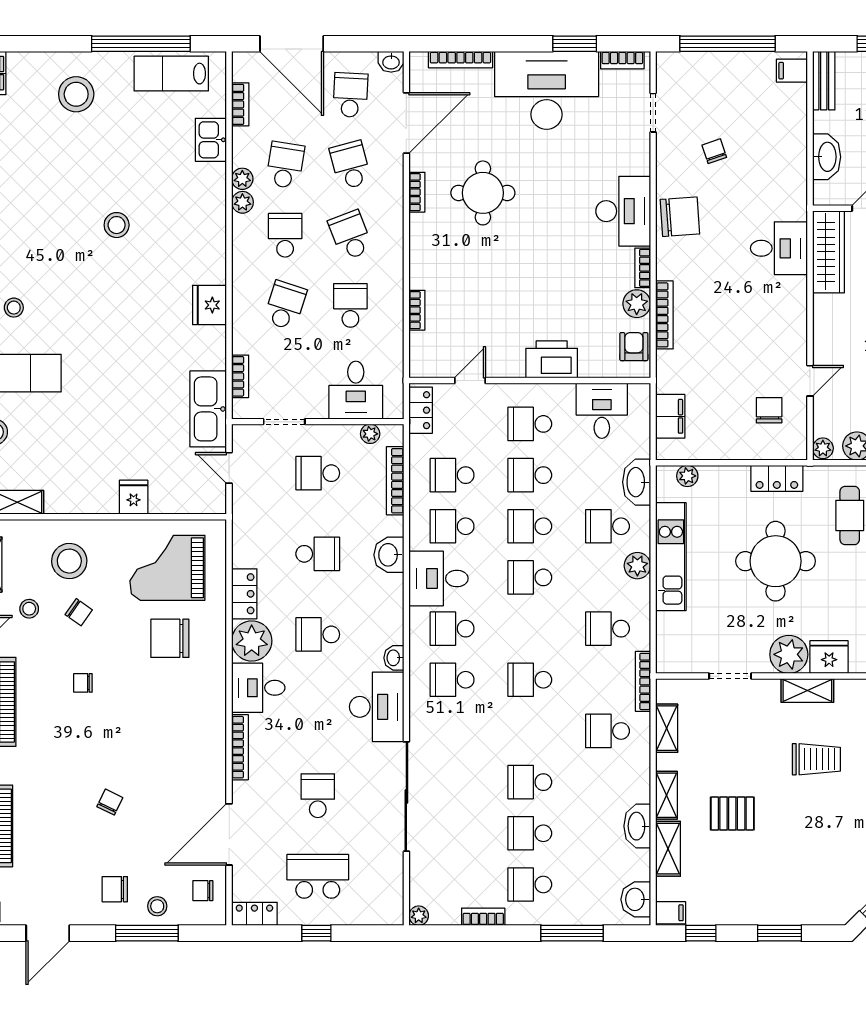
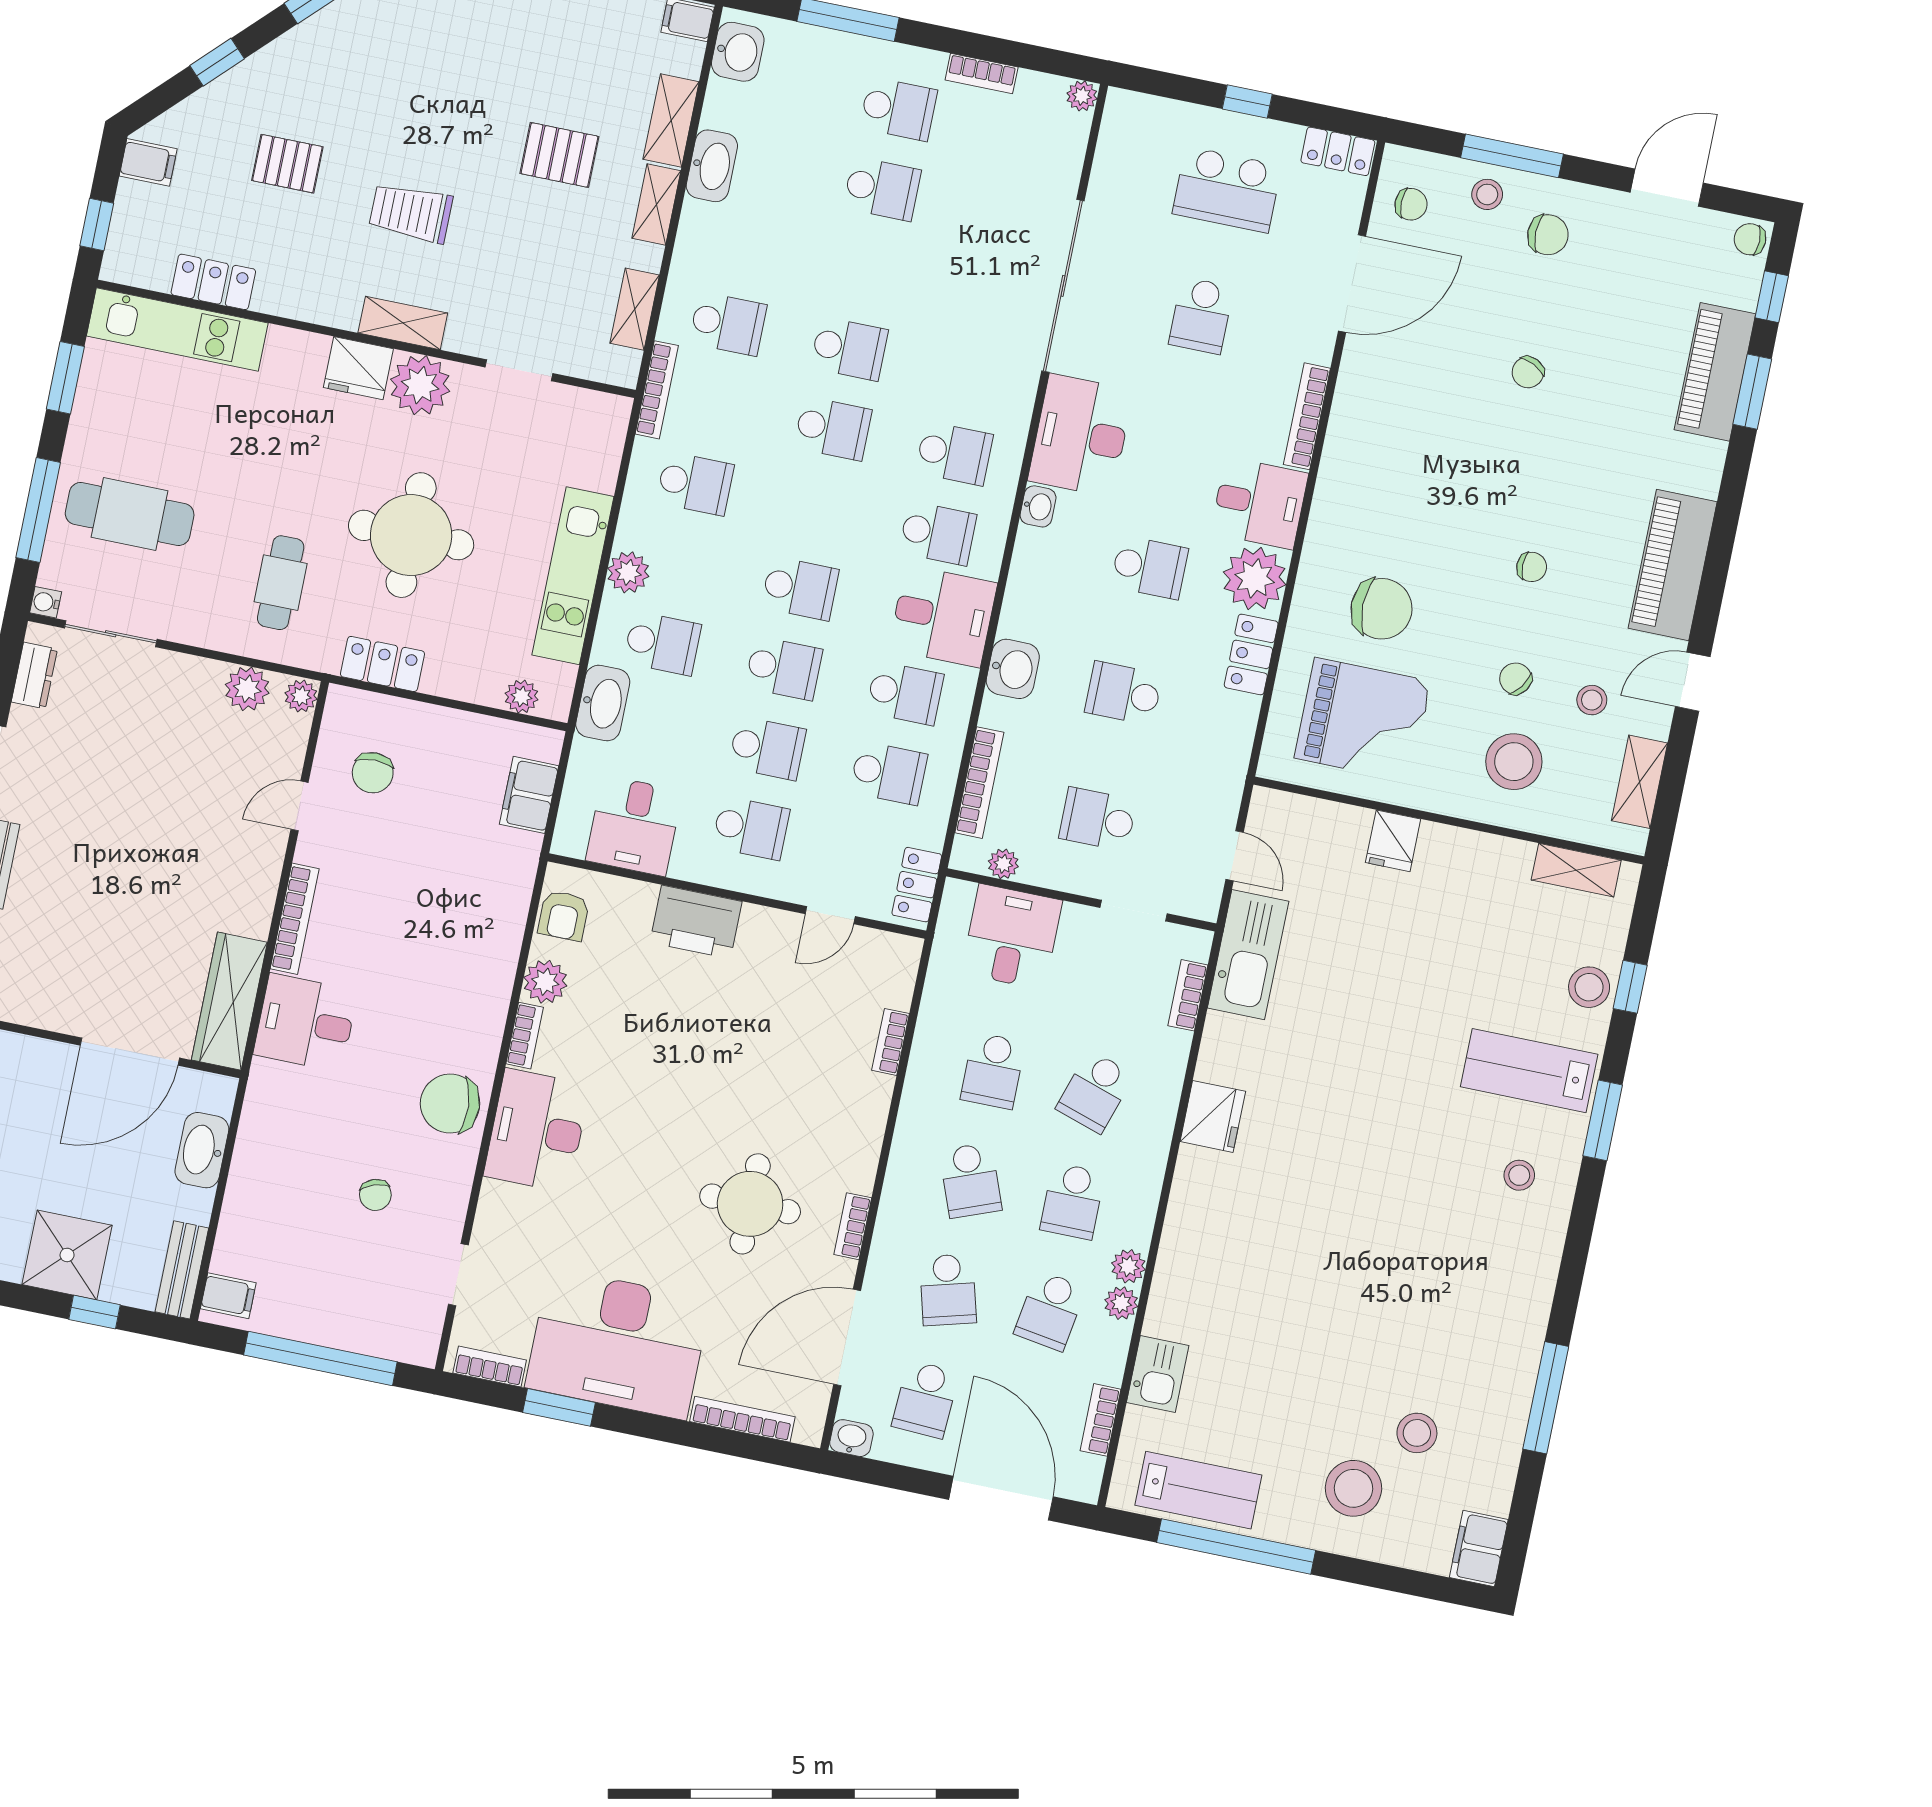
stool: (117, 225) -> (1417, 1433), moved
bookcase: (664, 315) -> (295, 919), moved, turned 180
school desk: (318, 473) -> (1098, 819), turned 180
school desk: (530, 782) -> (849, 349), moved

